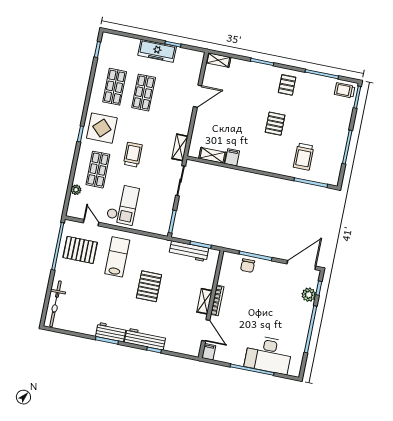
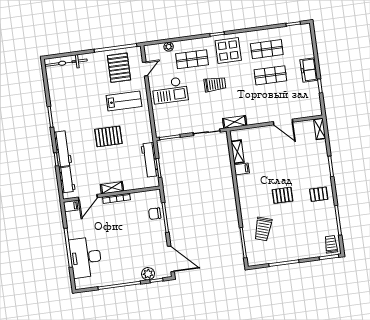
freezer: (157, 51) -> (309, 70), width x0.71
trolley: (304, 157) -> (263, 229), turned -72
workbench: (111, 332) -> (67, 180), moved

